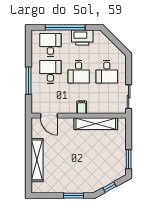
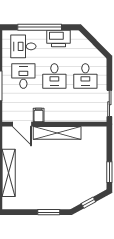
desk: (50, 45) -> (23, 46), turned -90
filing cabinet: (82, 107) -> (39, 115), moved
shelving: (96, 124) -> (57, 133), moved

